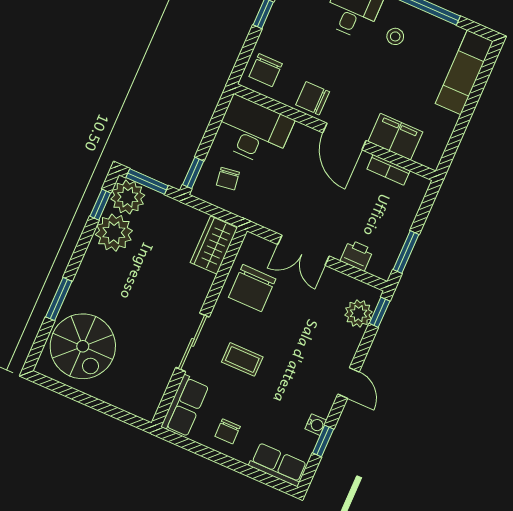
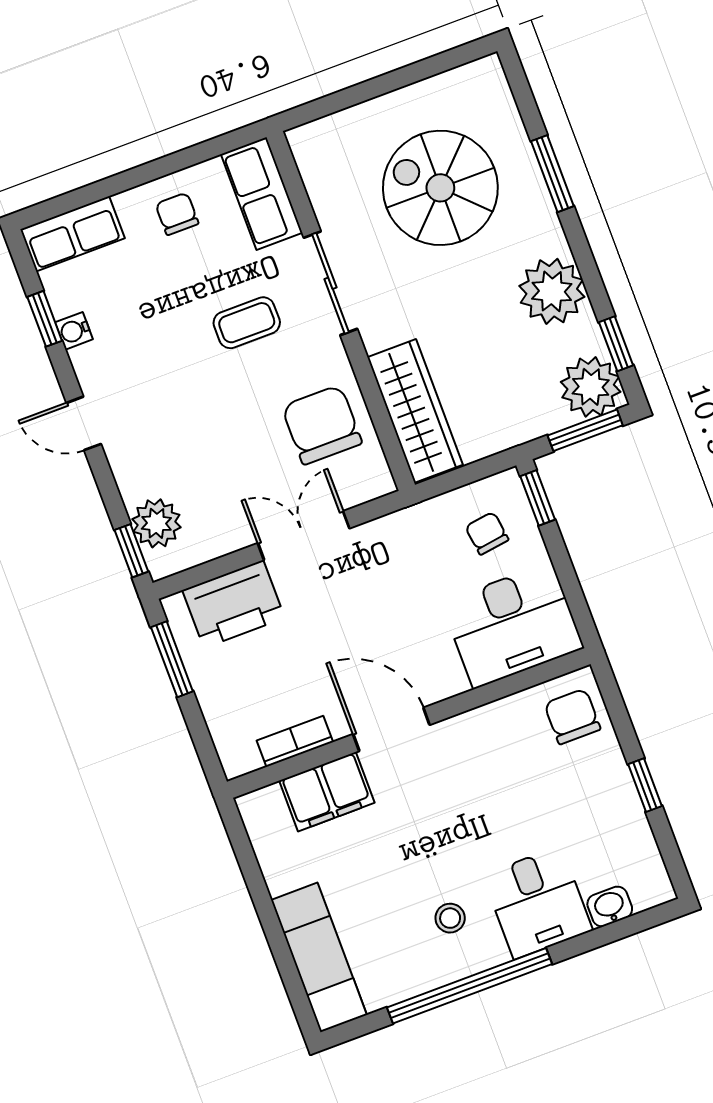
chair: (313, 98) -> (478, 739), removed
plant: (114, 233) -> (552, 291), moved
wardrobe: (214, 245) -> (415, 411), width x1.50
printer: (357, 255) -> (234, 604), width x1.87, depth x1.48
spiral stairs: (83, 346) -> (440, 188), moved

